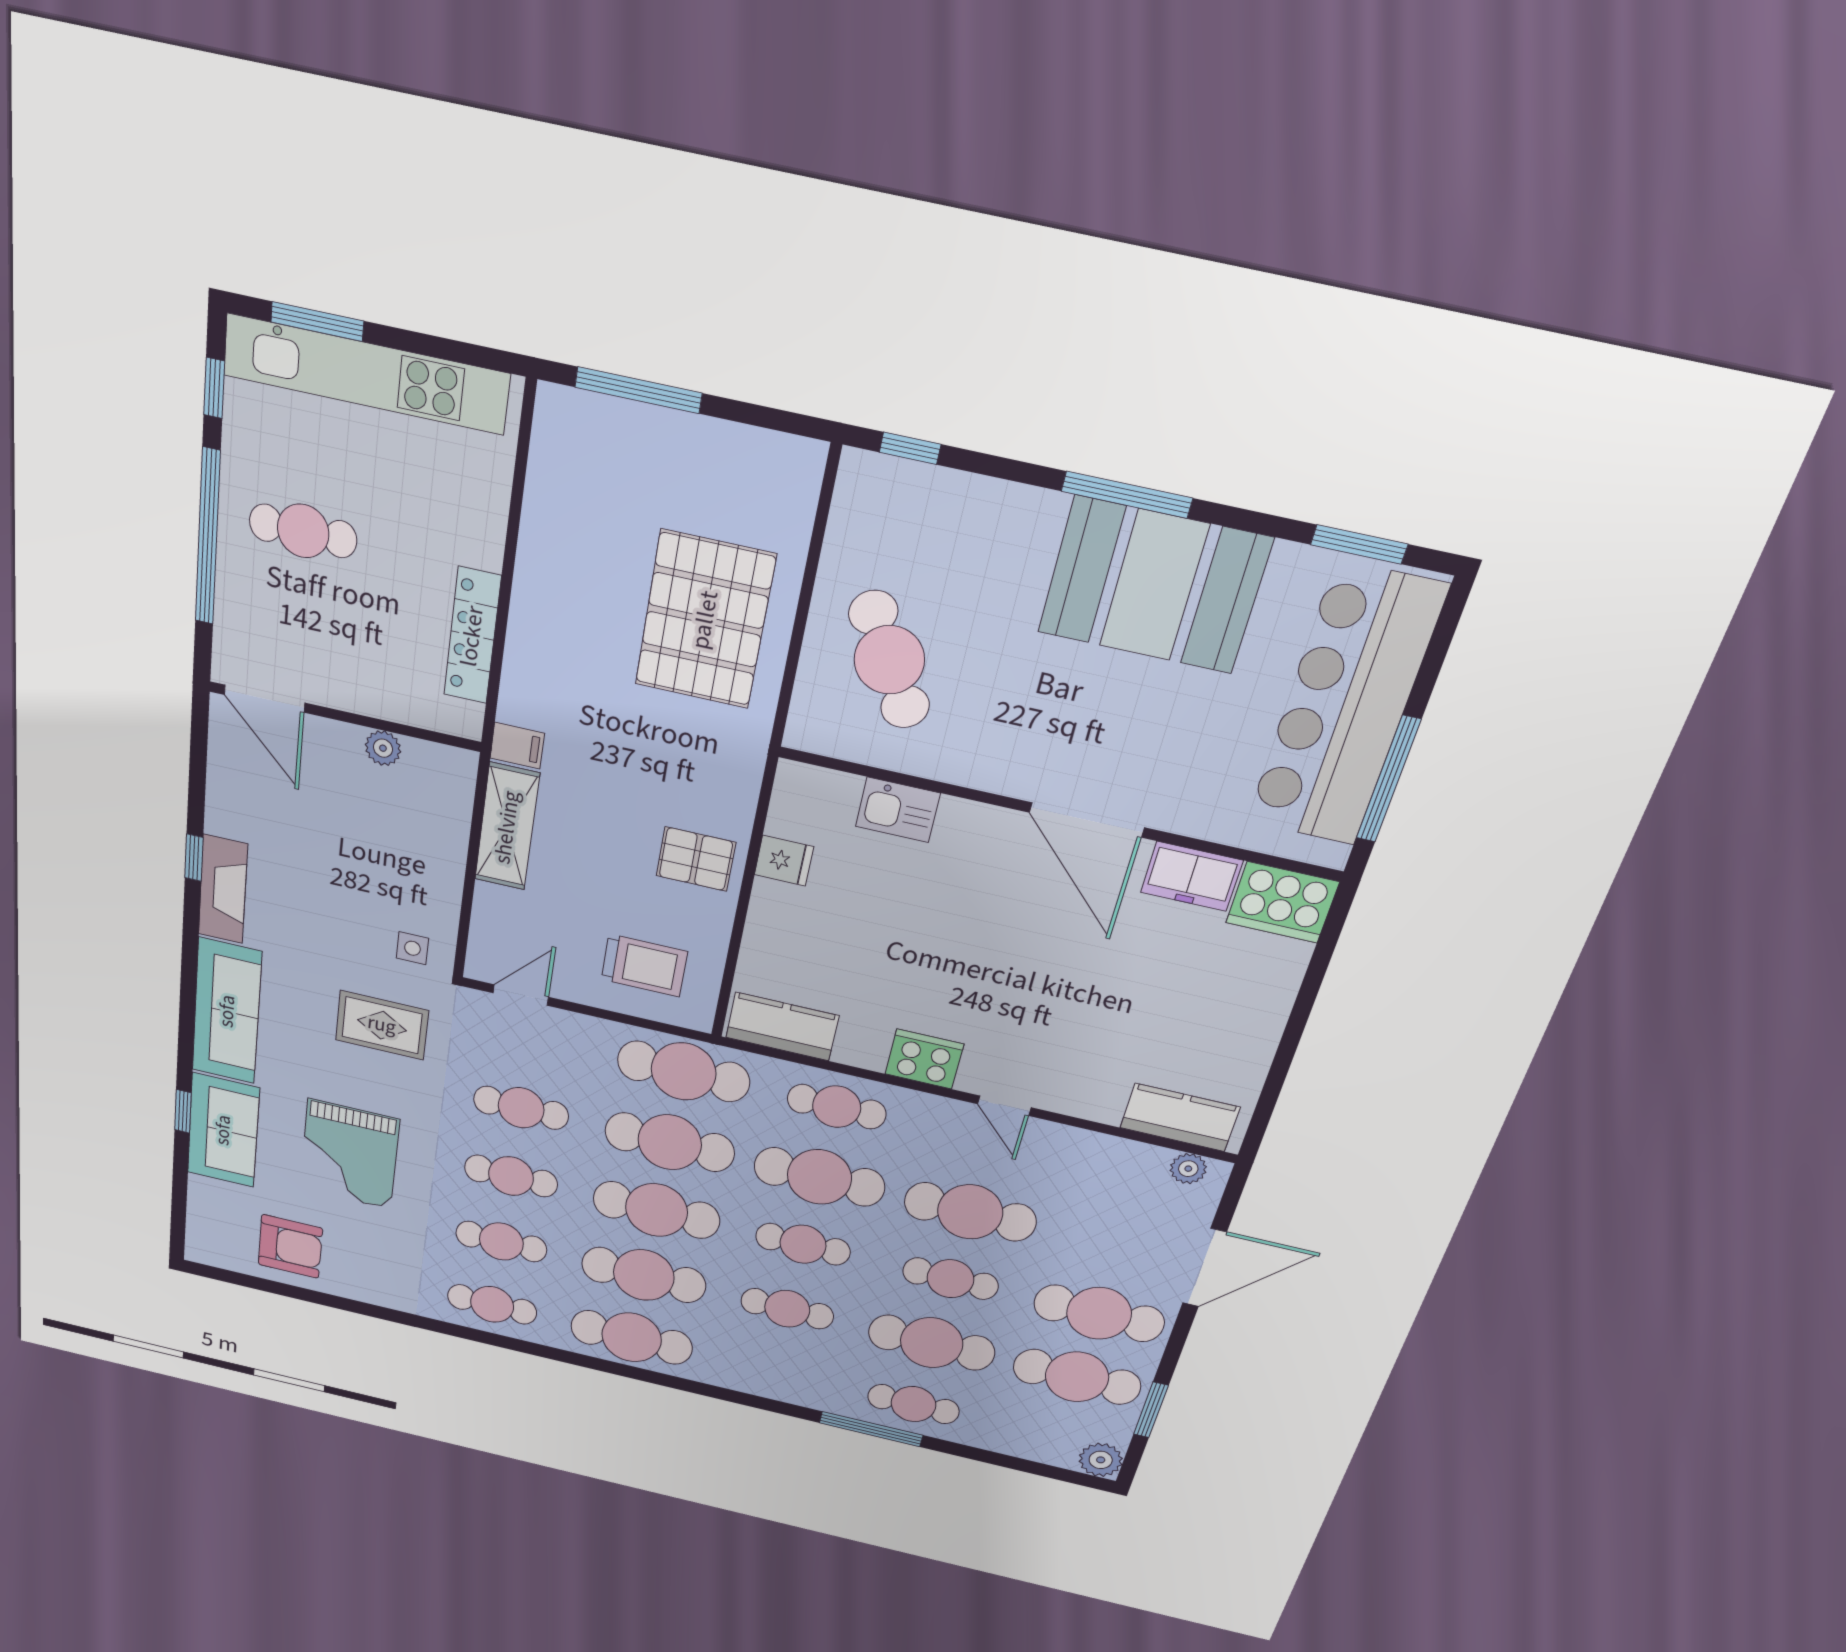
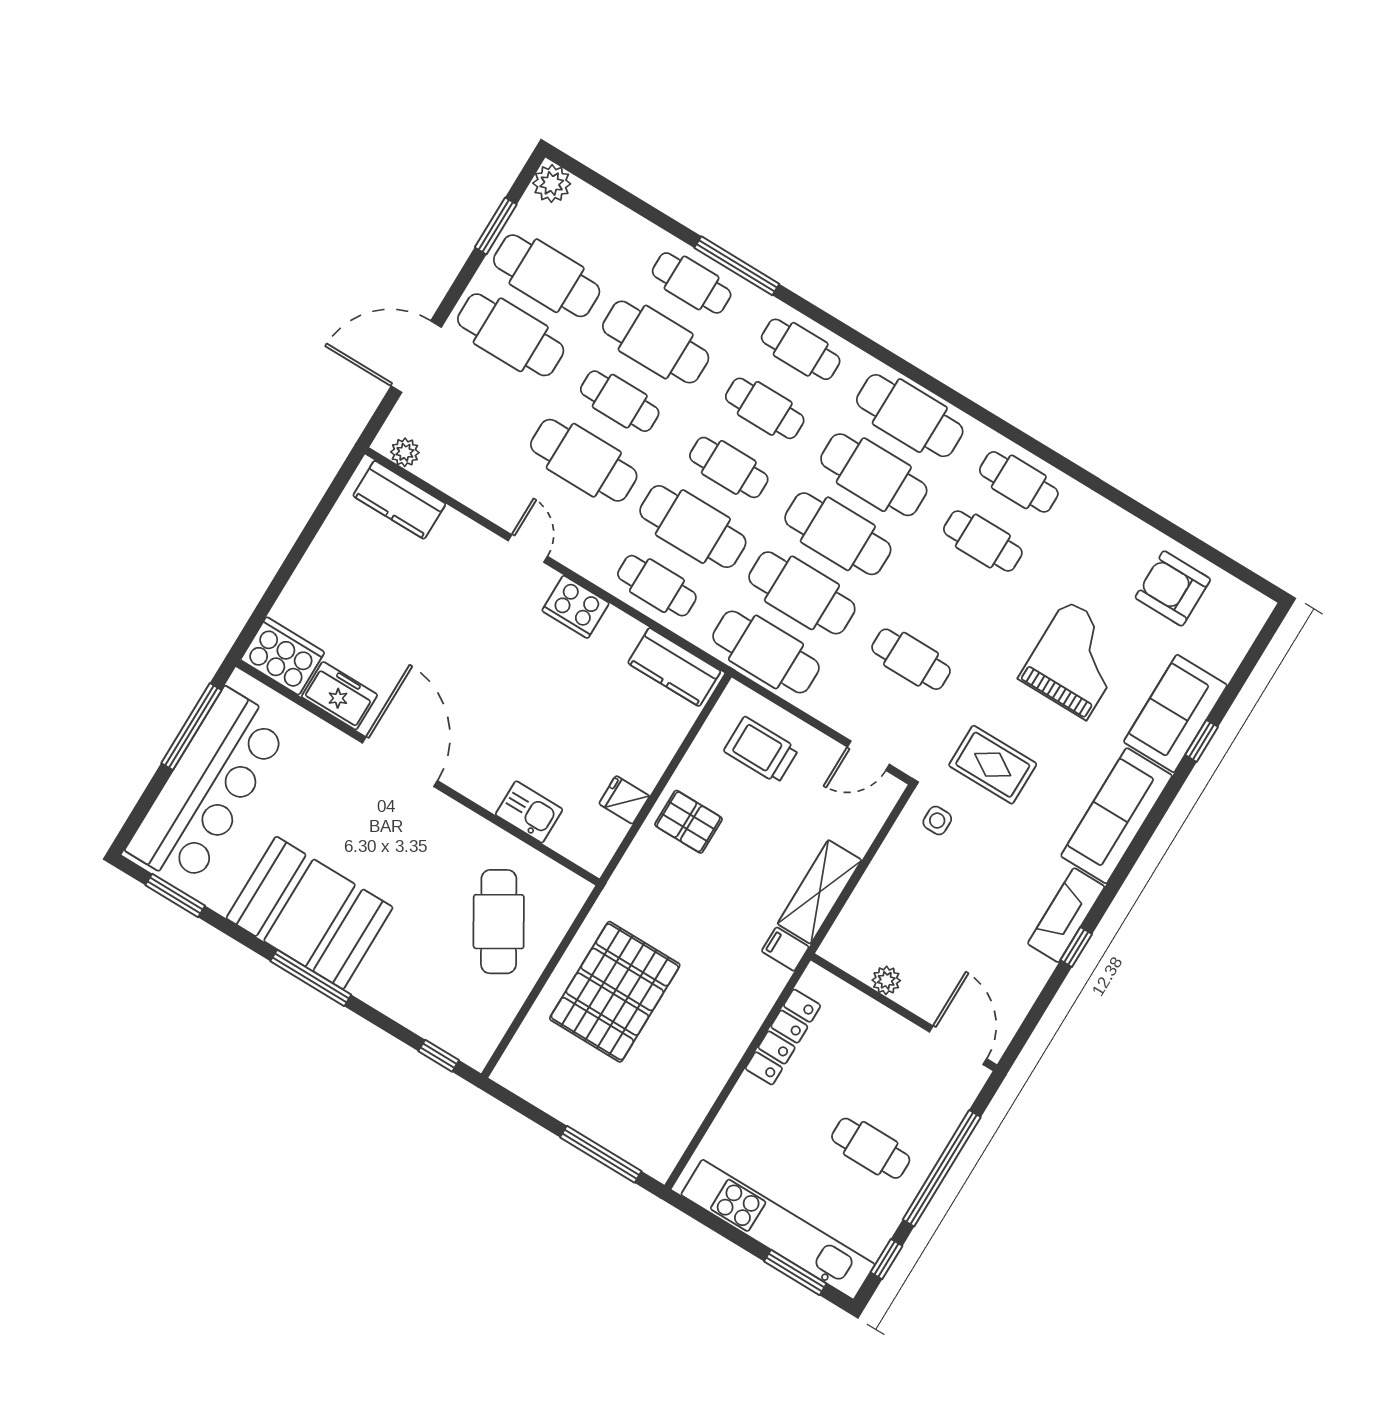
cafe table: (511, 1176) -> (801, 349), moved

